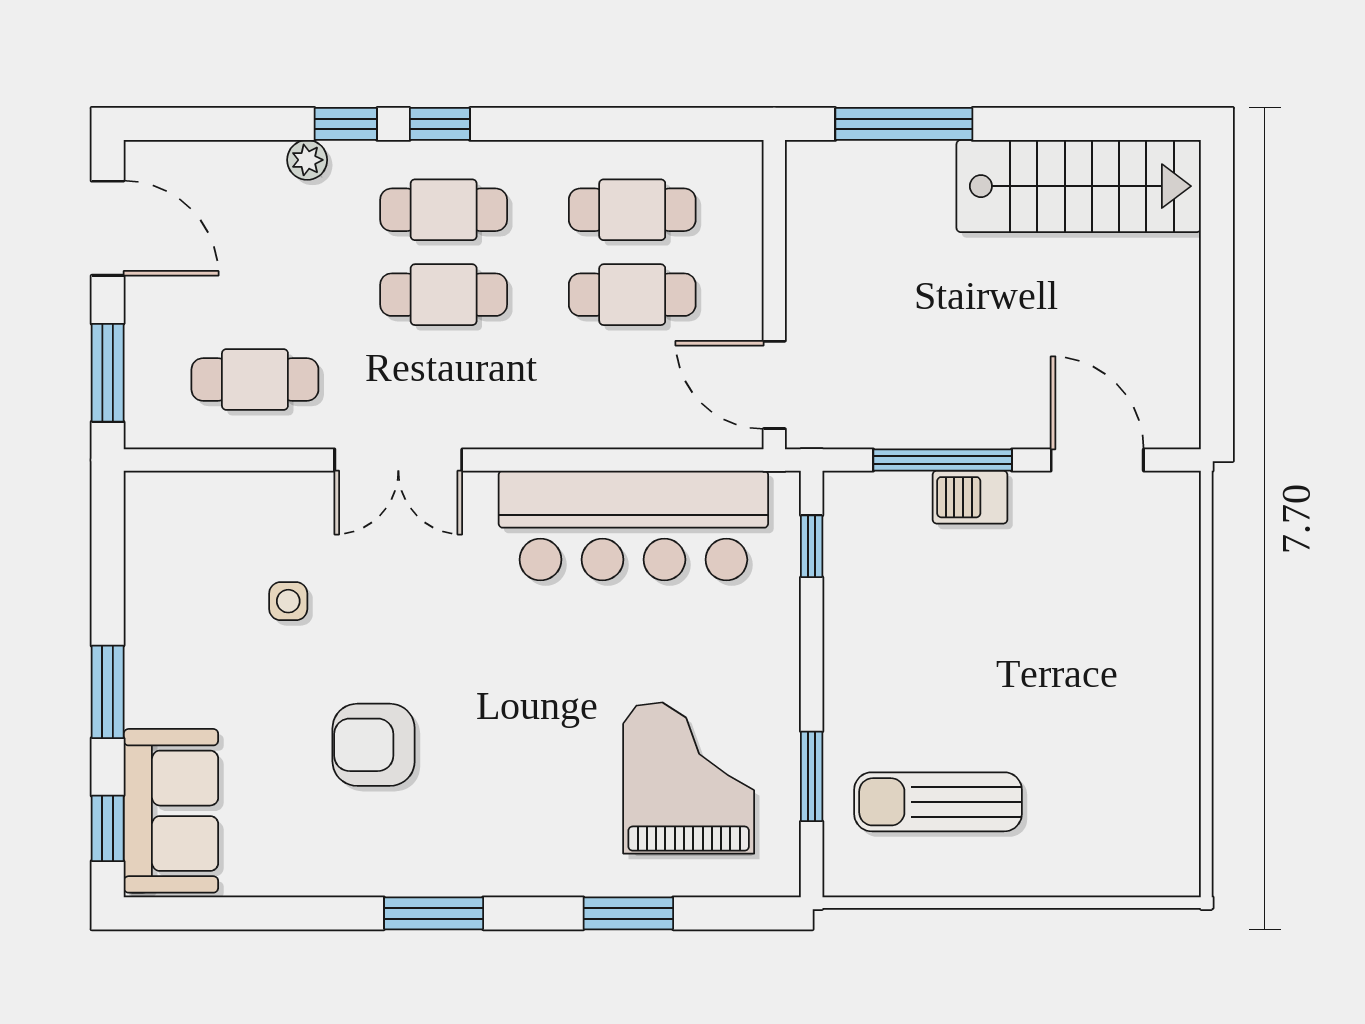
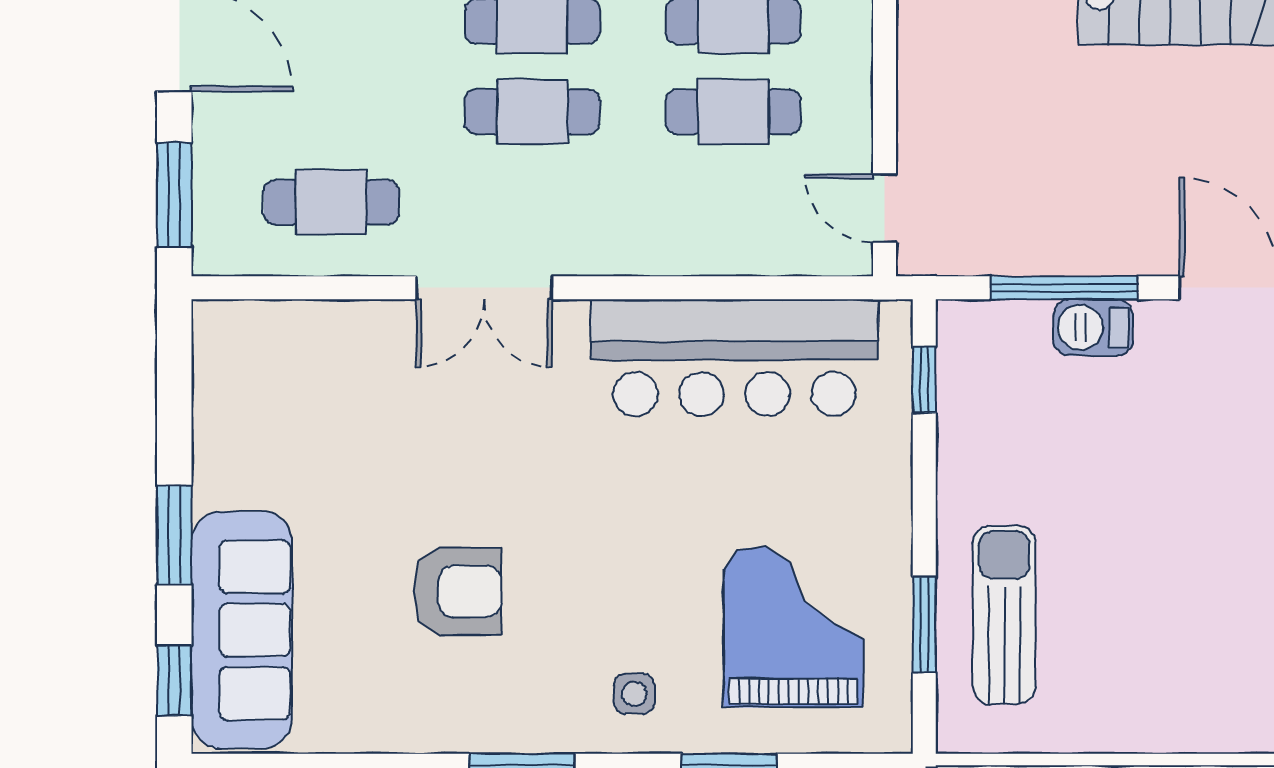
door: (774, 385) -> (885, 208), width x0.73
side table: (288, 601) -> (634, 694), moved
armchair: (374, 745) -> (458, 591), turned 180
sun lounger: (938, 802) -> (1004, 615), moved, turned 90
sofa: (171, 811) -> (242, 630), width x1.36

